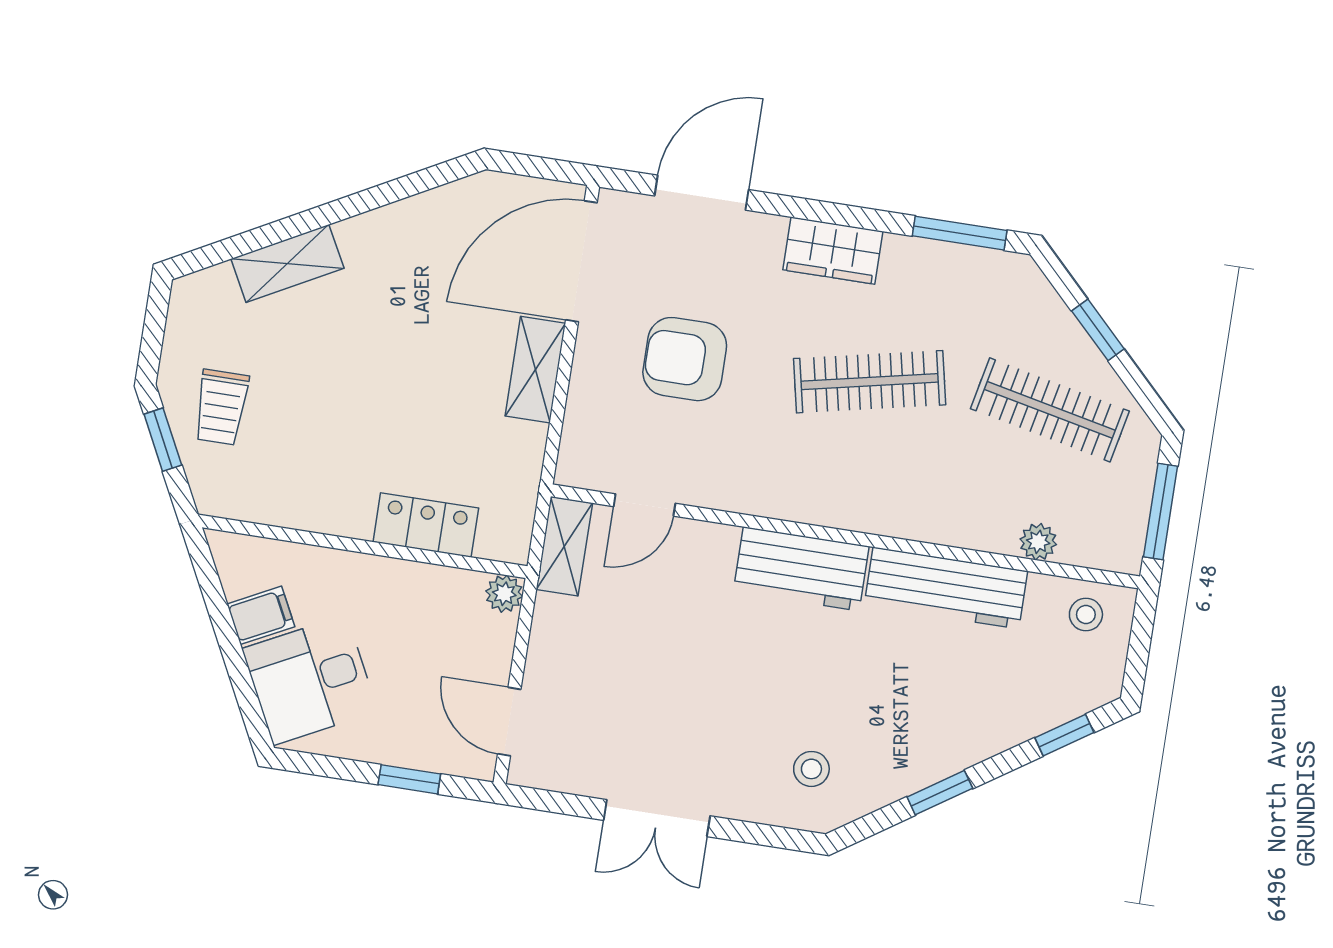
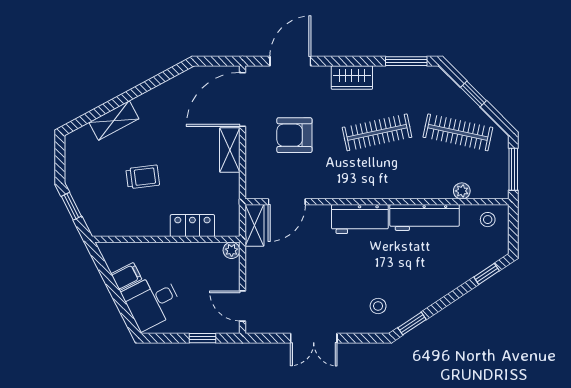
trolley: (221, 407) -> (143, 177), moved, turned -97
door: (644, 505) -> (287, 202), width x1.38
window: (940, 793) -> (412, 324), moved

